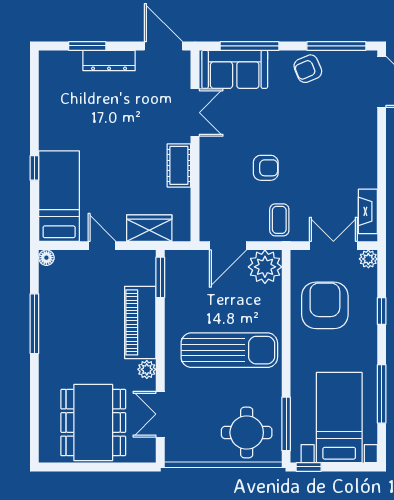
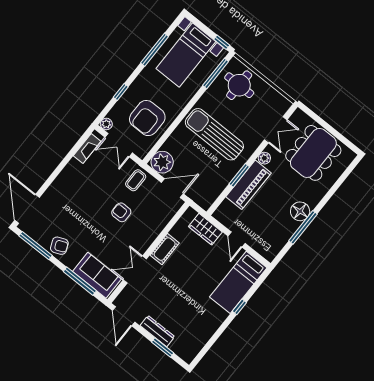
floor lamp: (46, 258) -> (300, 211), moved, width x1.89, depth x1.89
window: (160, 277) -> (239, 175), moved

